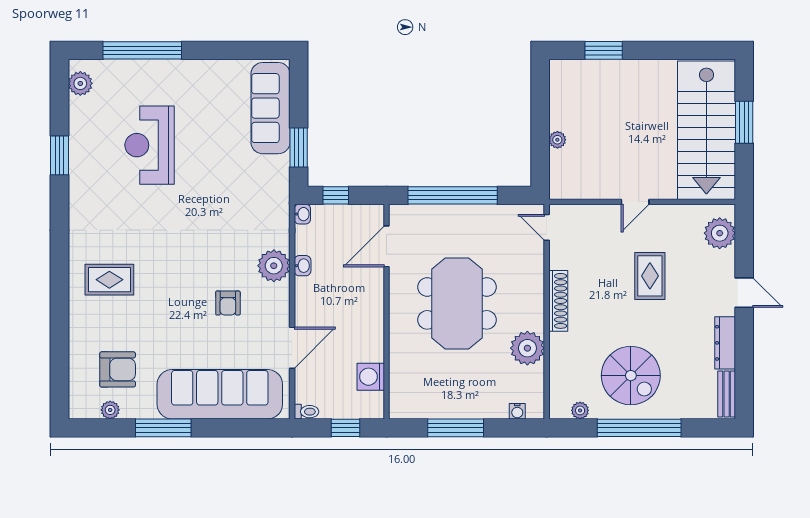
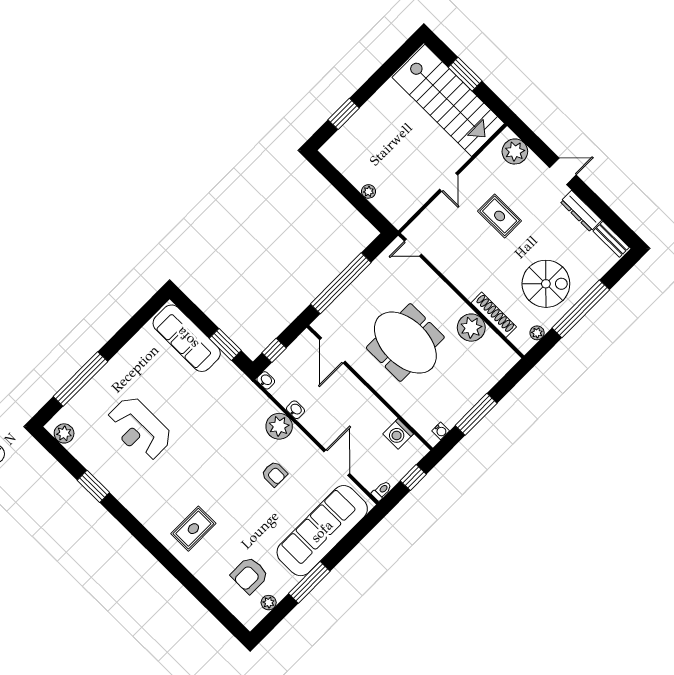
shoe rack: (558, 301) -> (494, 315), moved
armchair: (118, 369) -> (250, 575), turned 180
water cooler: (517, 411) -> (441, 431), moved

